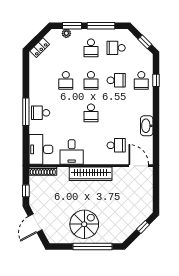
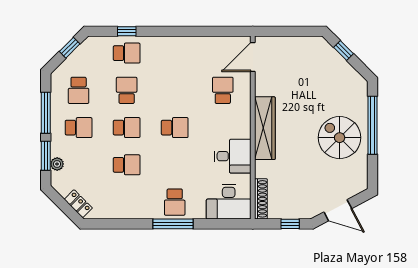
washbasin: (147, 126) -> (194, 45), removed

